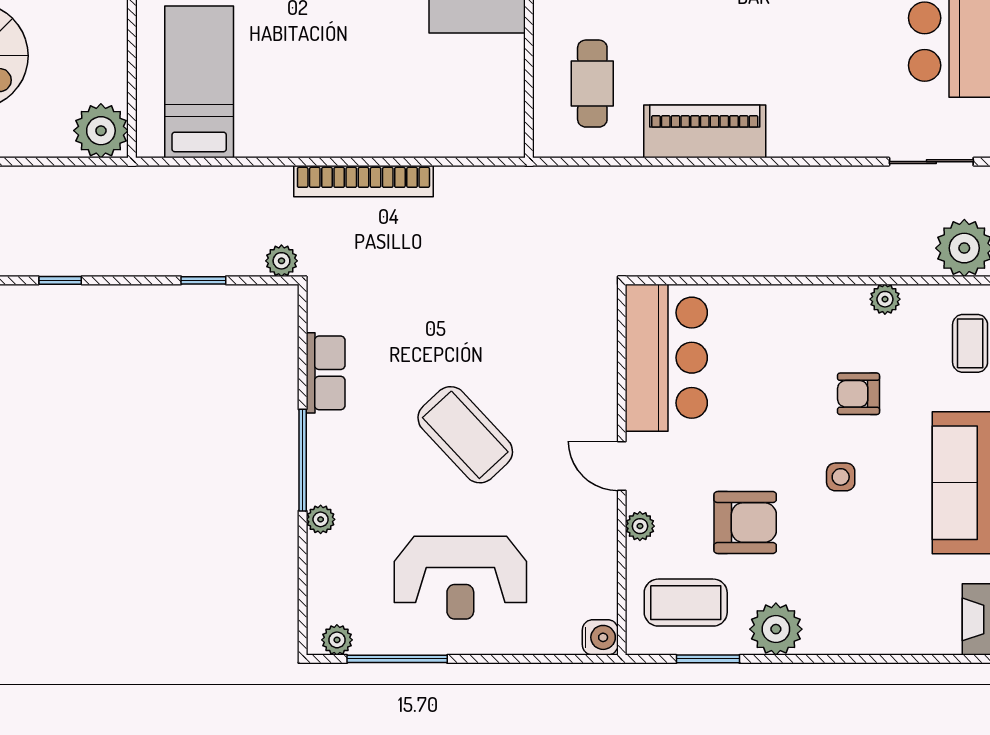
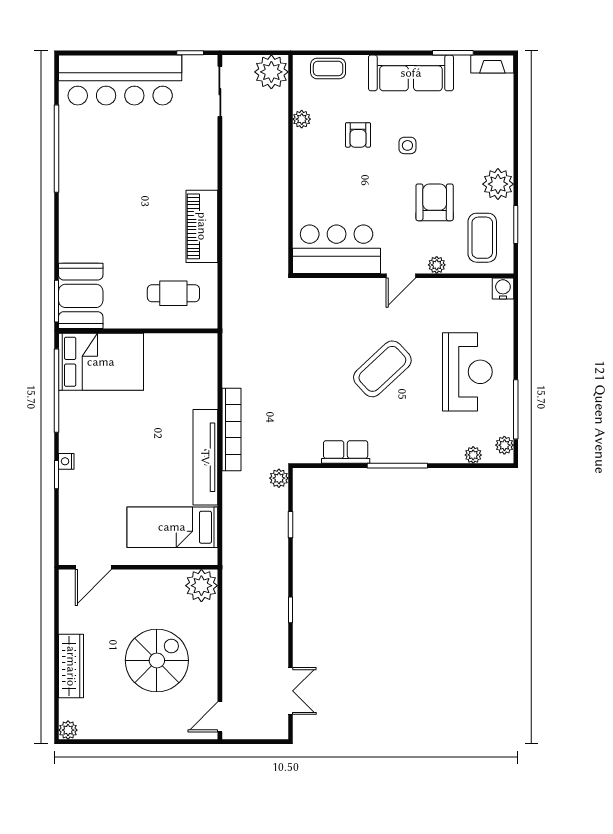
tv unit: (317, 137) -> (205, 457), added
plant: (321, 519) -> (473, 455), moved

